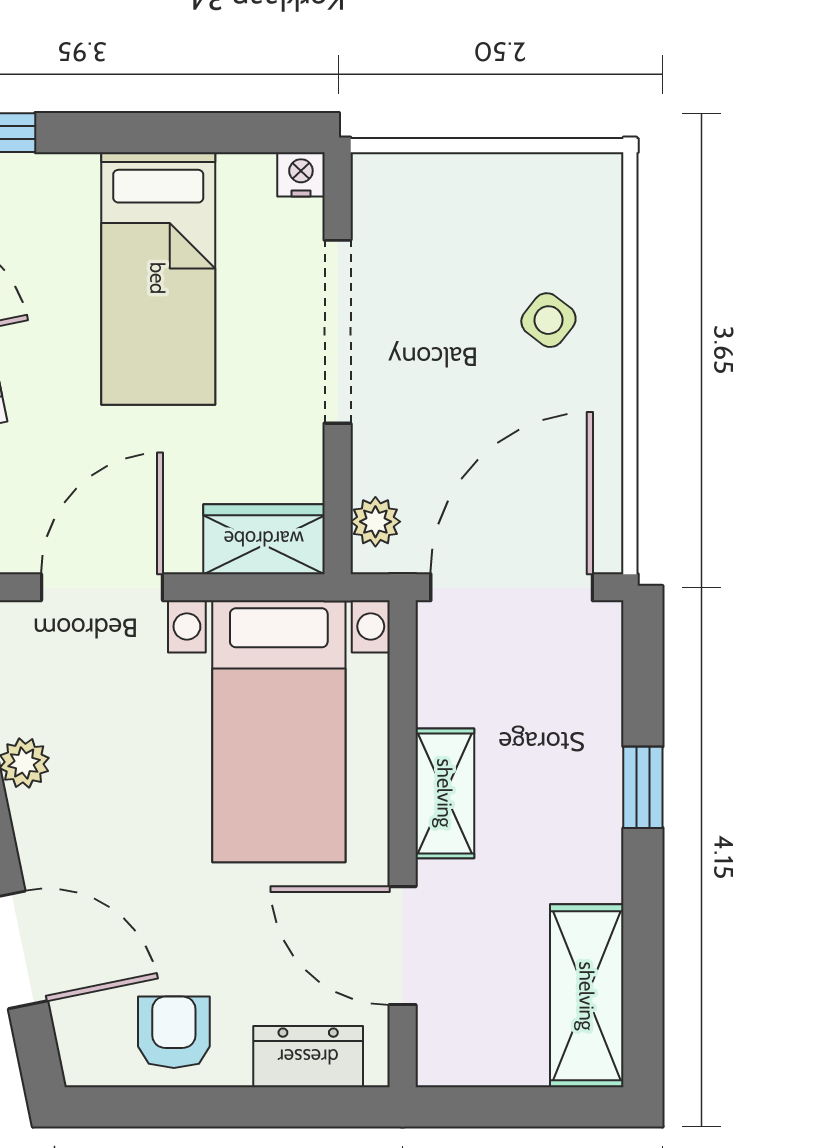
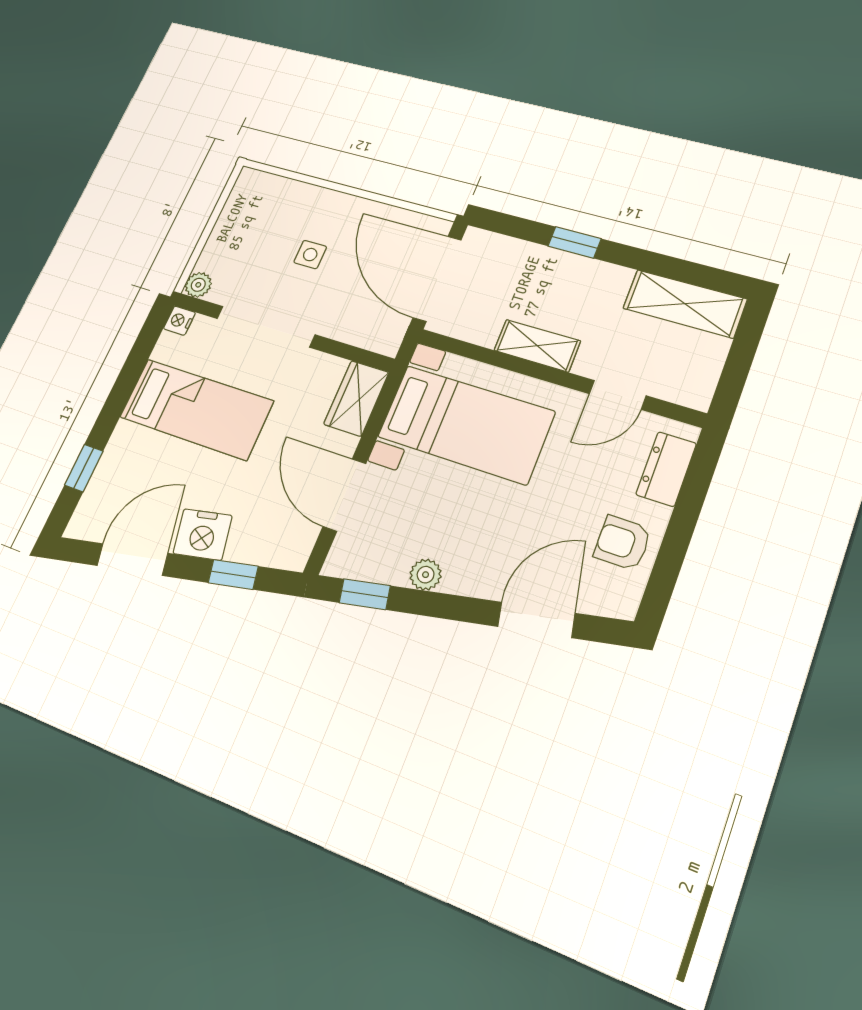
side table: (548, 320) -> (310, 255), moved, turned -38
plant: (375, 522) -> (198, 285), moved
door: (403, 946) -> (618, 395), width x0.73

